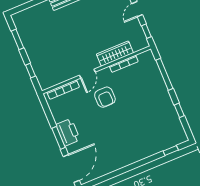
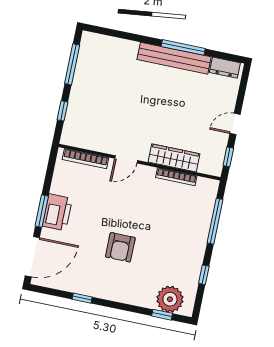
window: (17, 39) -> (72, 64), width x1.44
armchair: (105, 97) -> (120, 247), moved
plant: (169, 138) -> (170, 299), added
window: (117, 173) -> (82, 298), added

